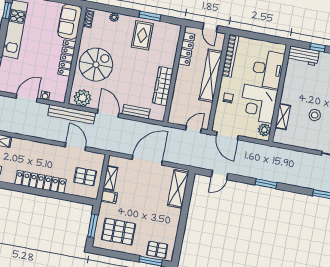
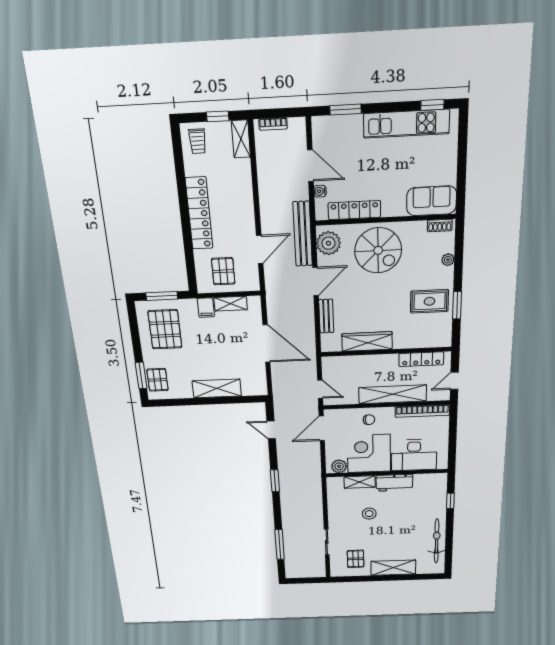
workbench: (303, 56) -> (394, 483), moved, turned -90
locker: (67, 58) -> (354, 210), moved
shelving: (178, 189) -> (217, 388), moved

